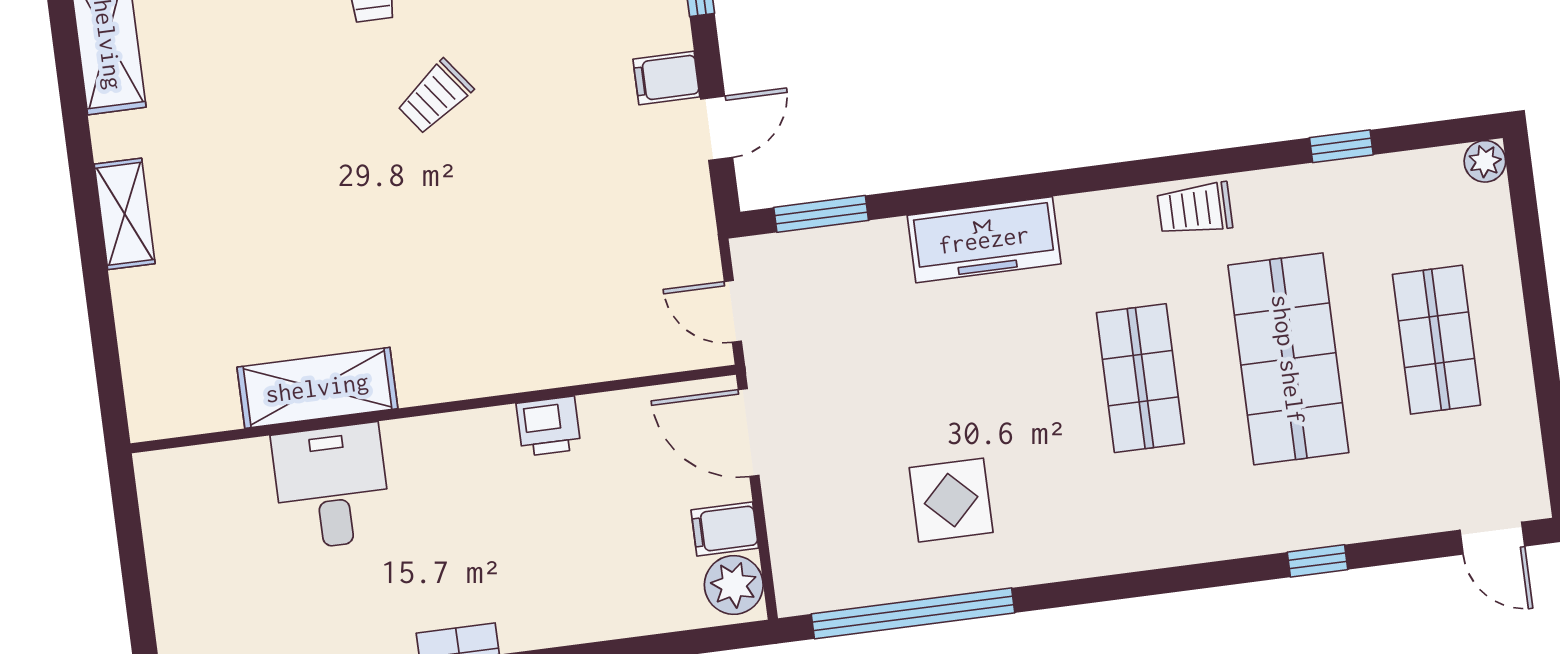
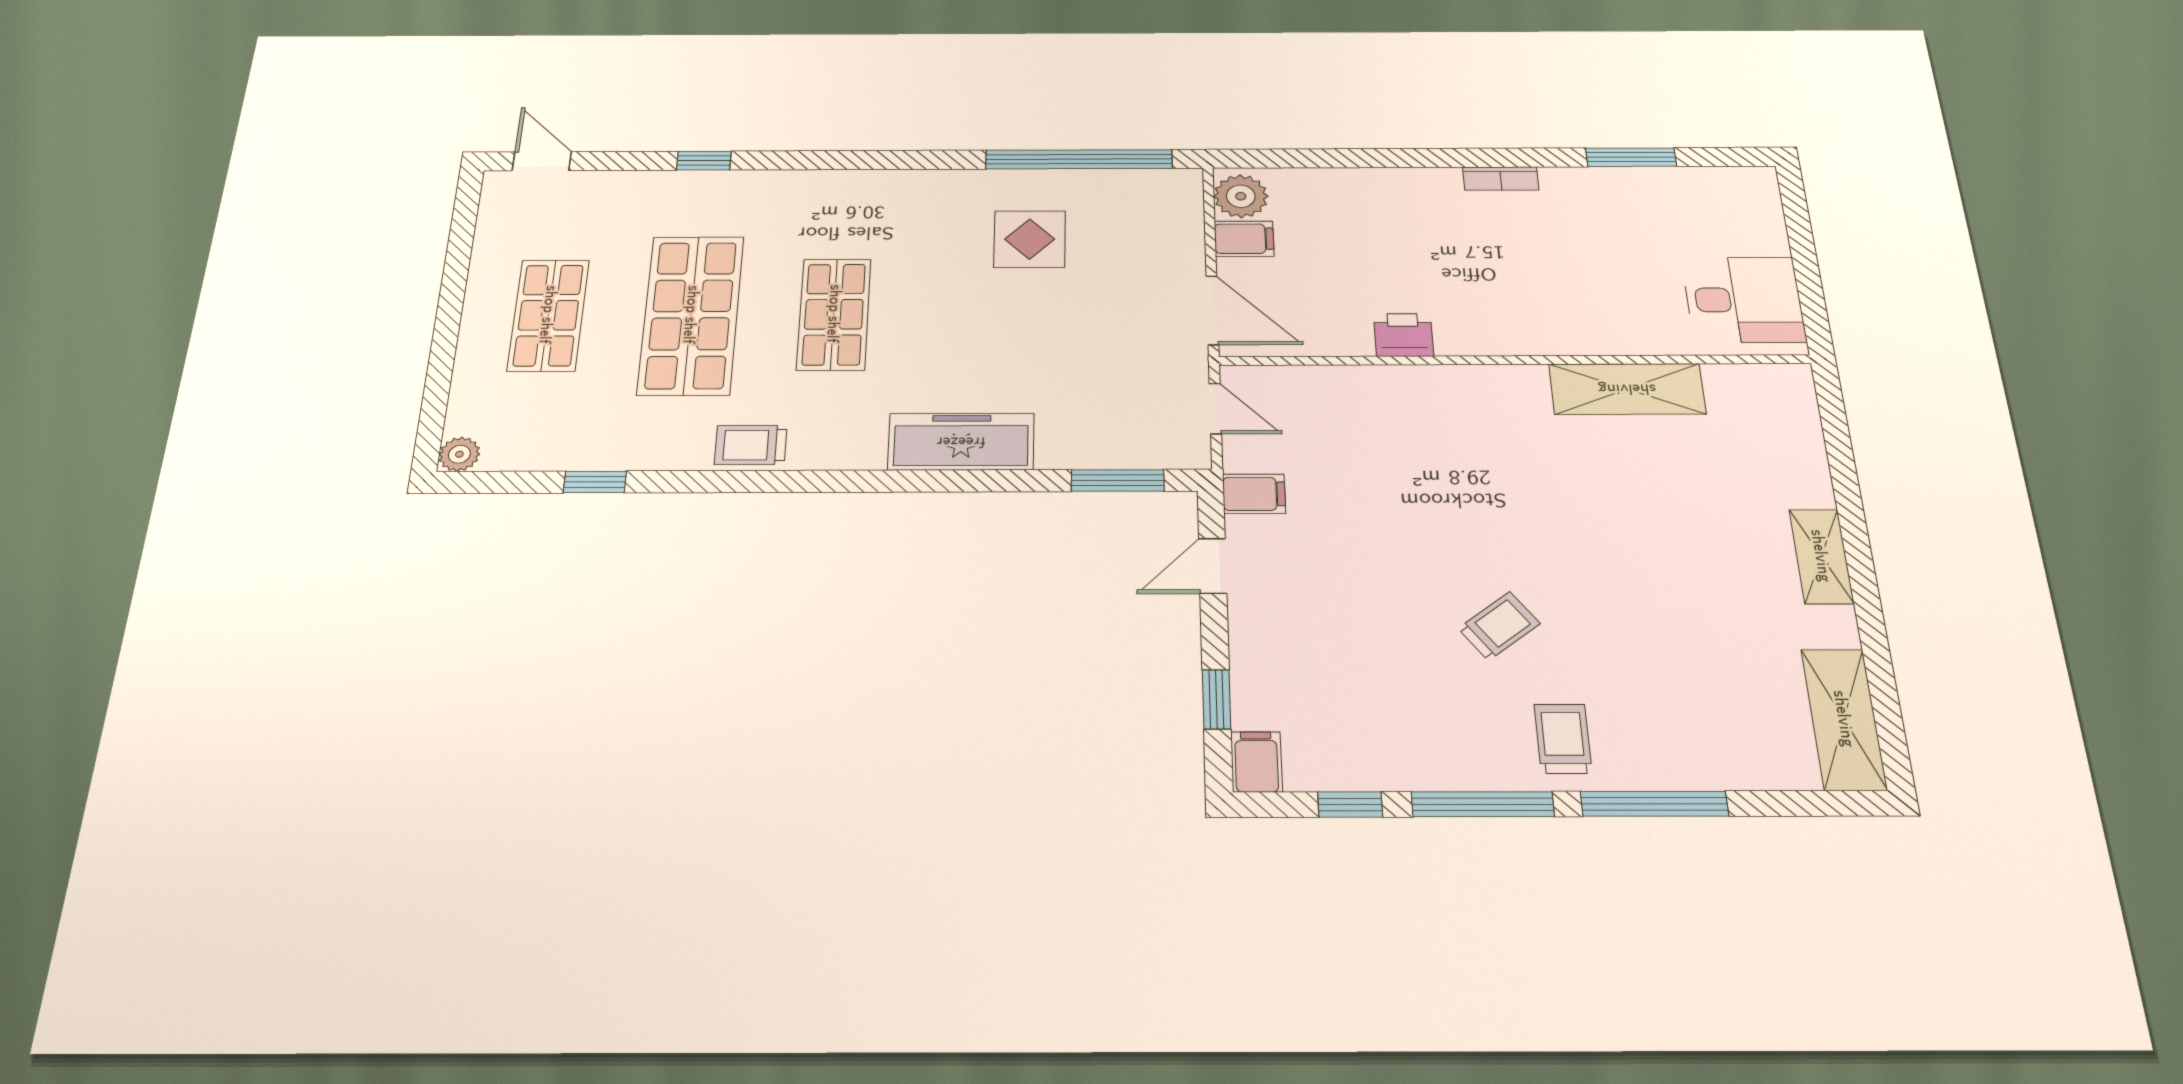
filing cabinet: (666, 78) -> (1254, 494), moved
trolley: (1195, 209) -> (751, 445), turned 180
desk: (332, 487) -> (1744, 300), moved, turned -90

